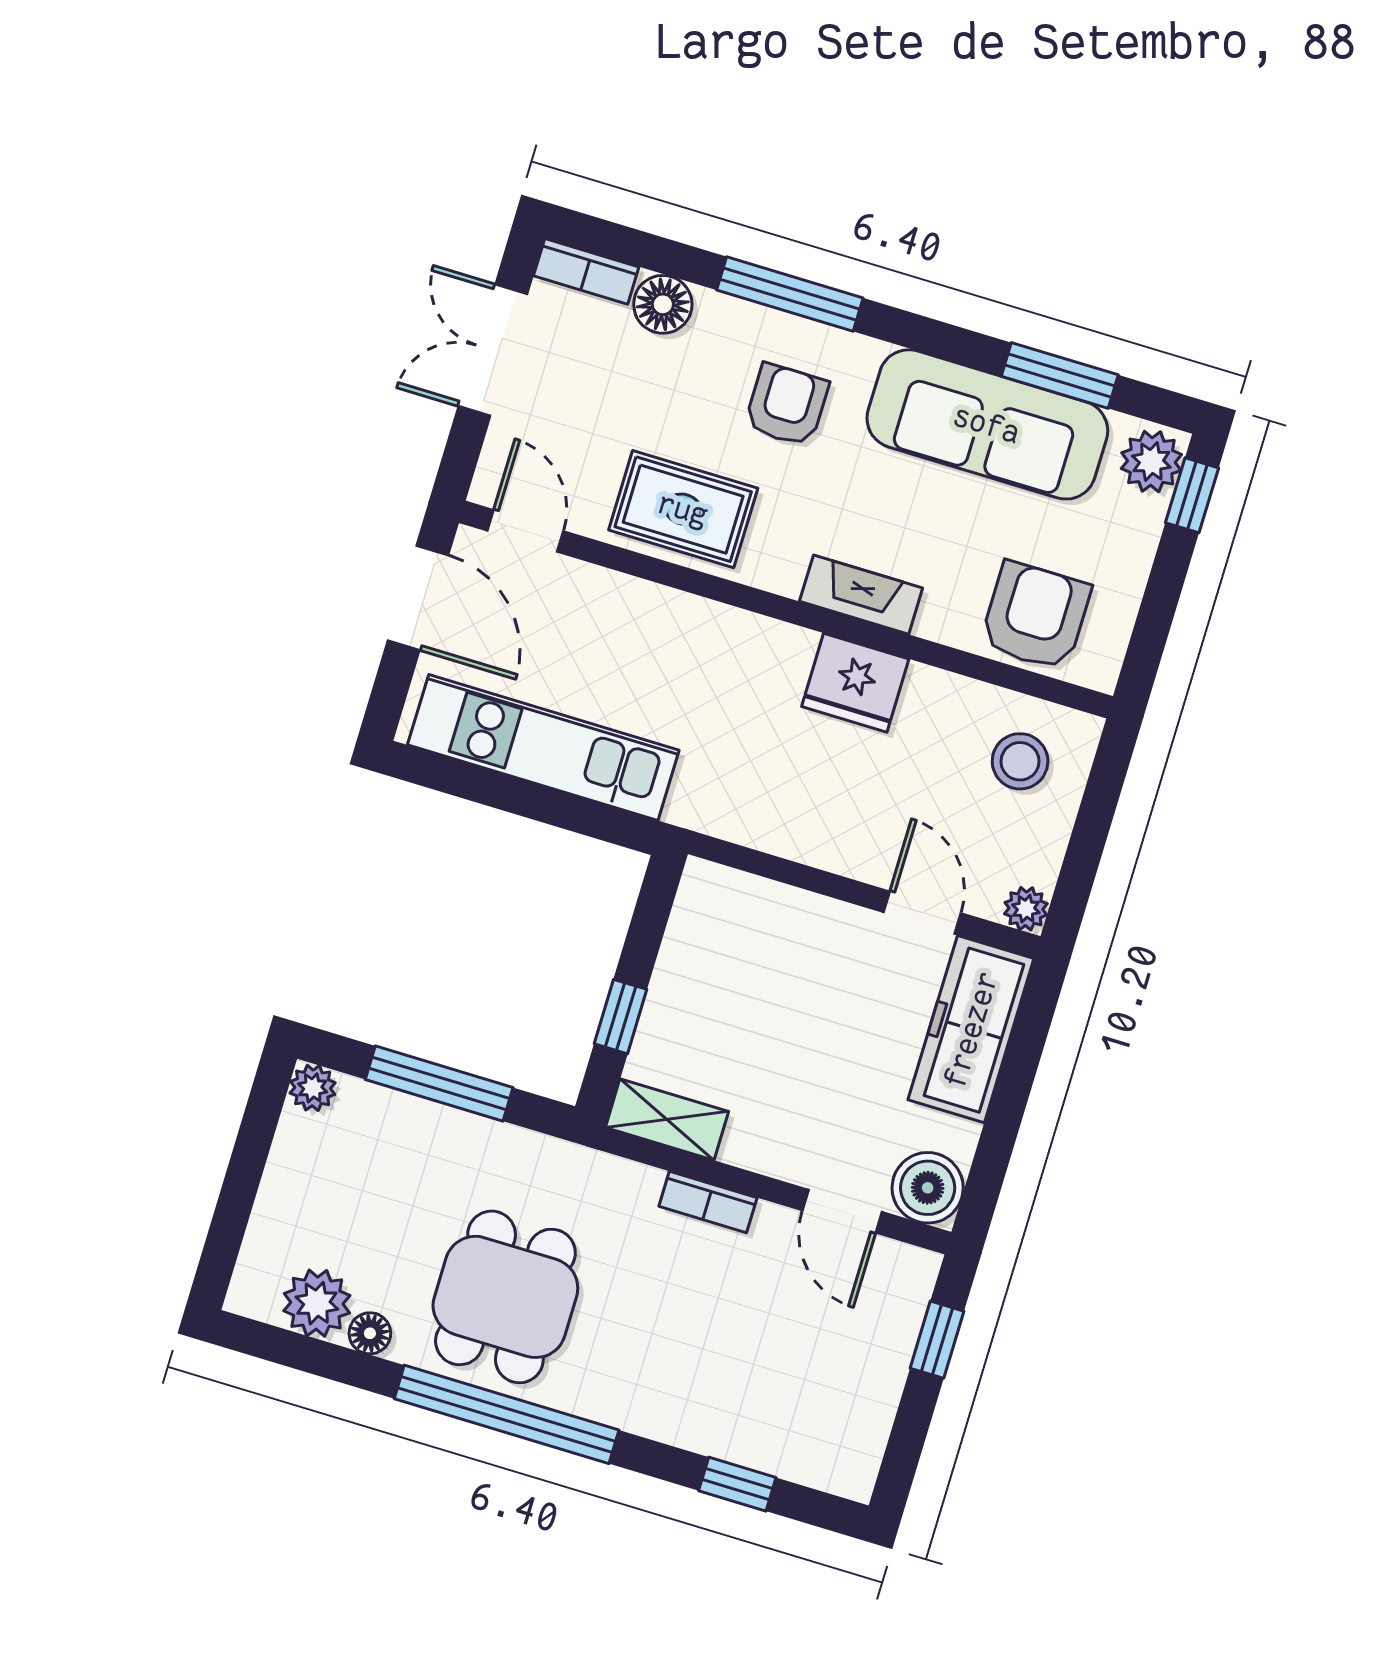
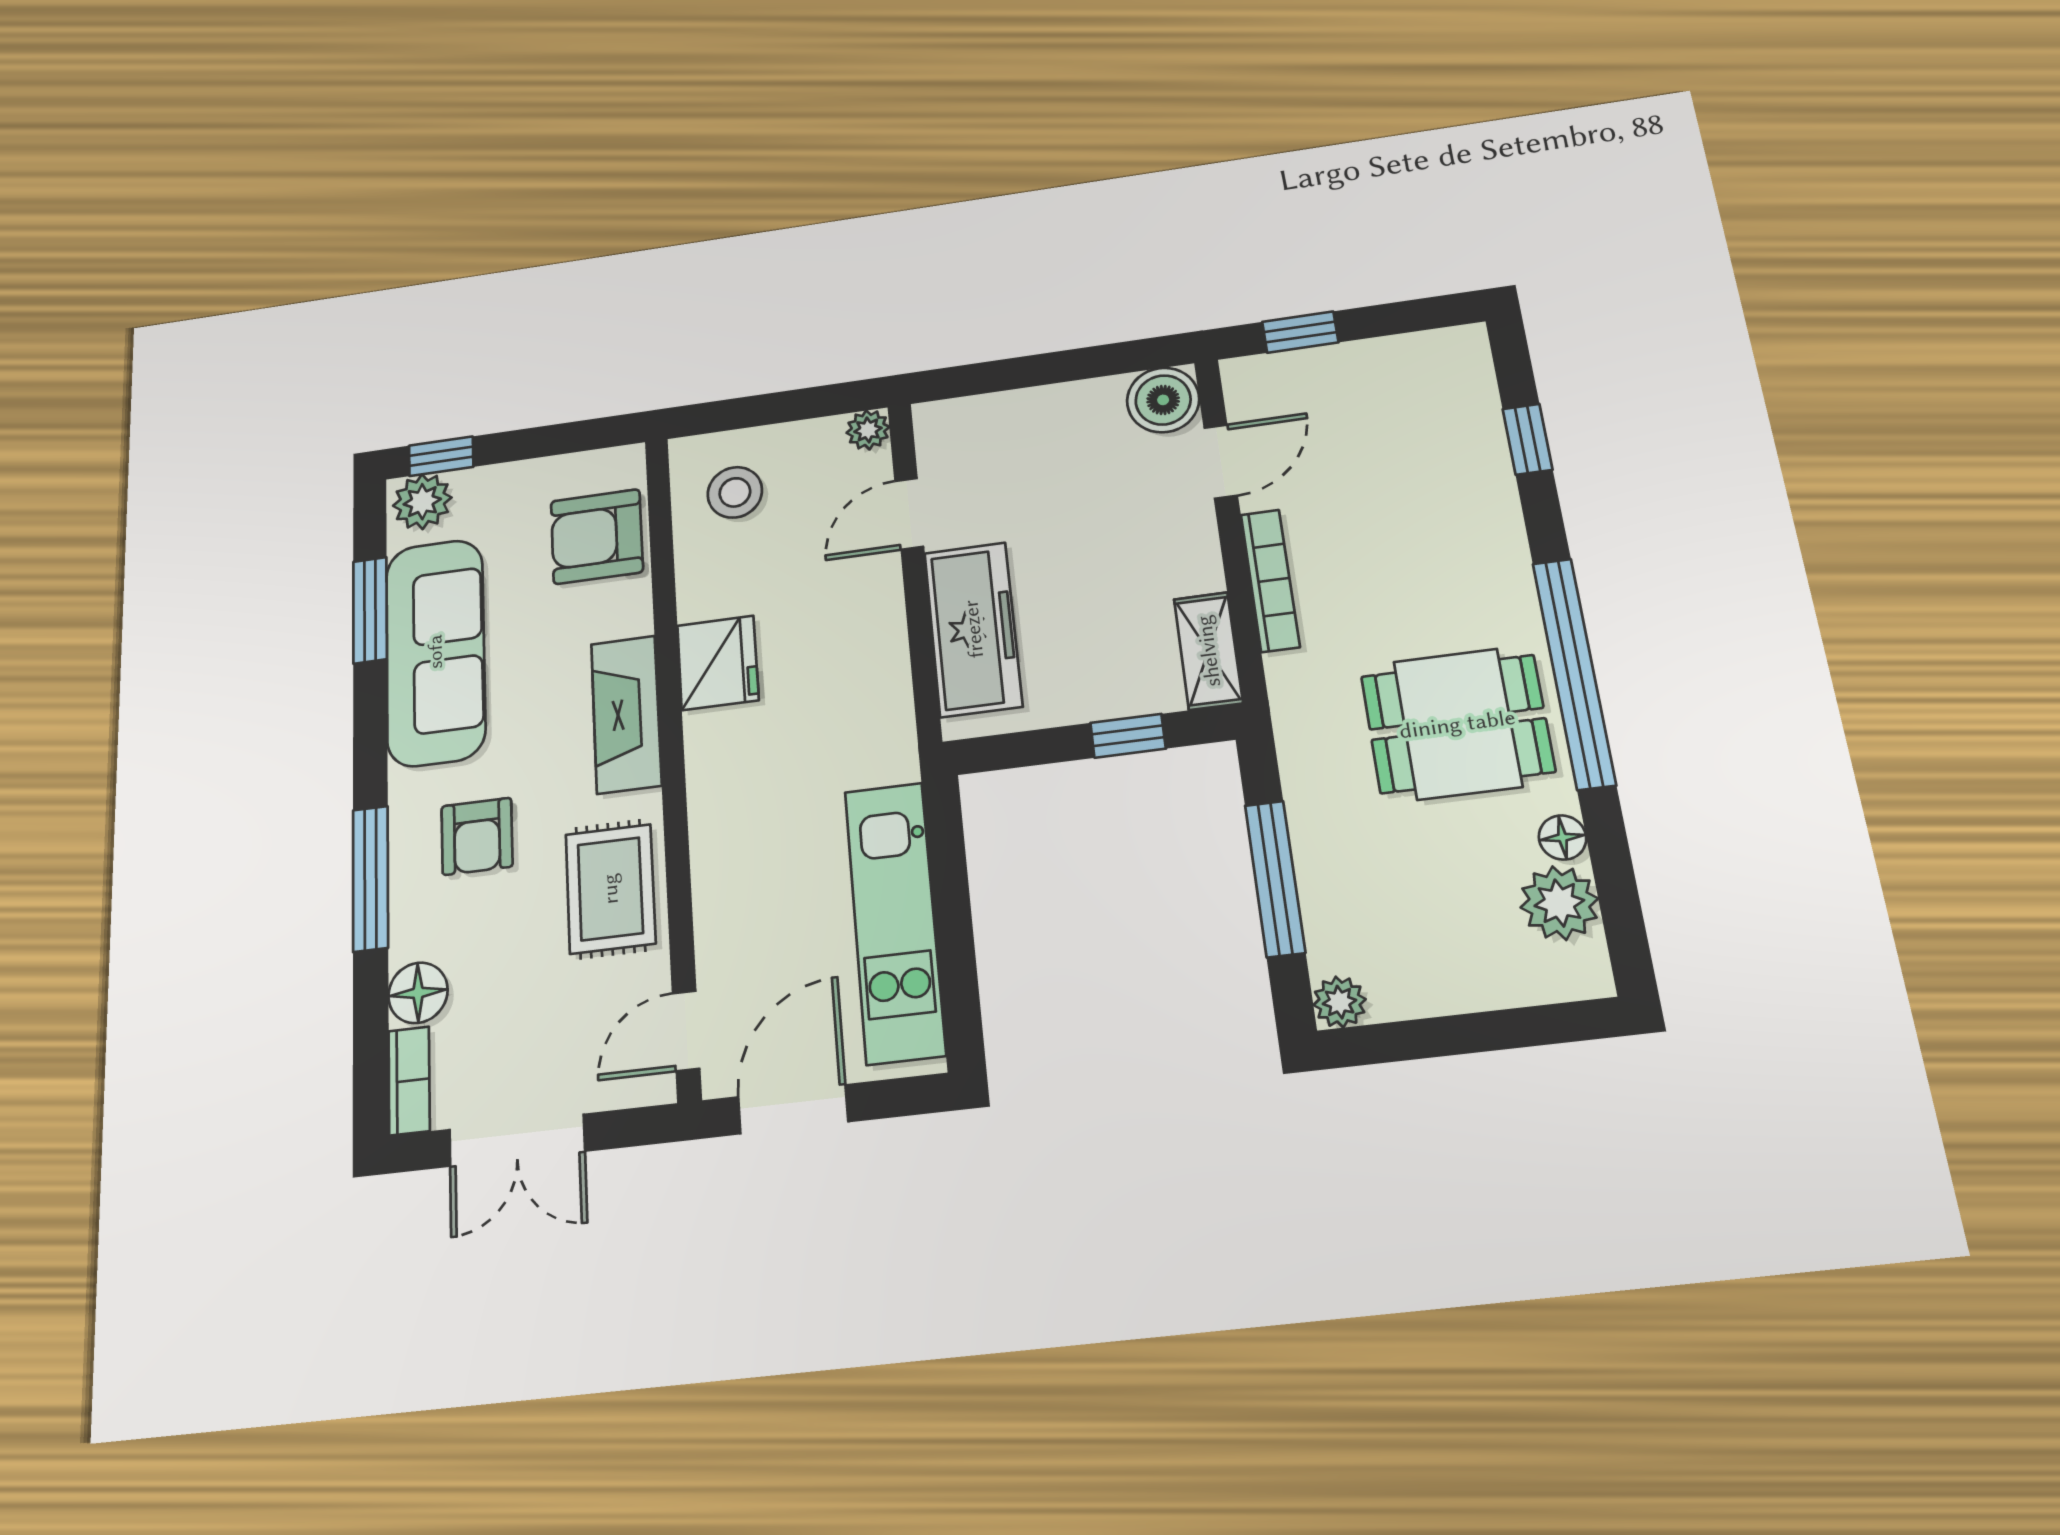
armchair: (787, 405) -> (477, 836), turned -90
fireplace: (861, 595) -> (626, 714), width x1.37, depth x1.32
freezer: (971, 1029) -> (973, 629), moved, turned -90
bookcase: (708, 1202) -> (1270, 580), width x1.56

